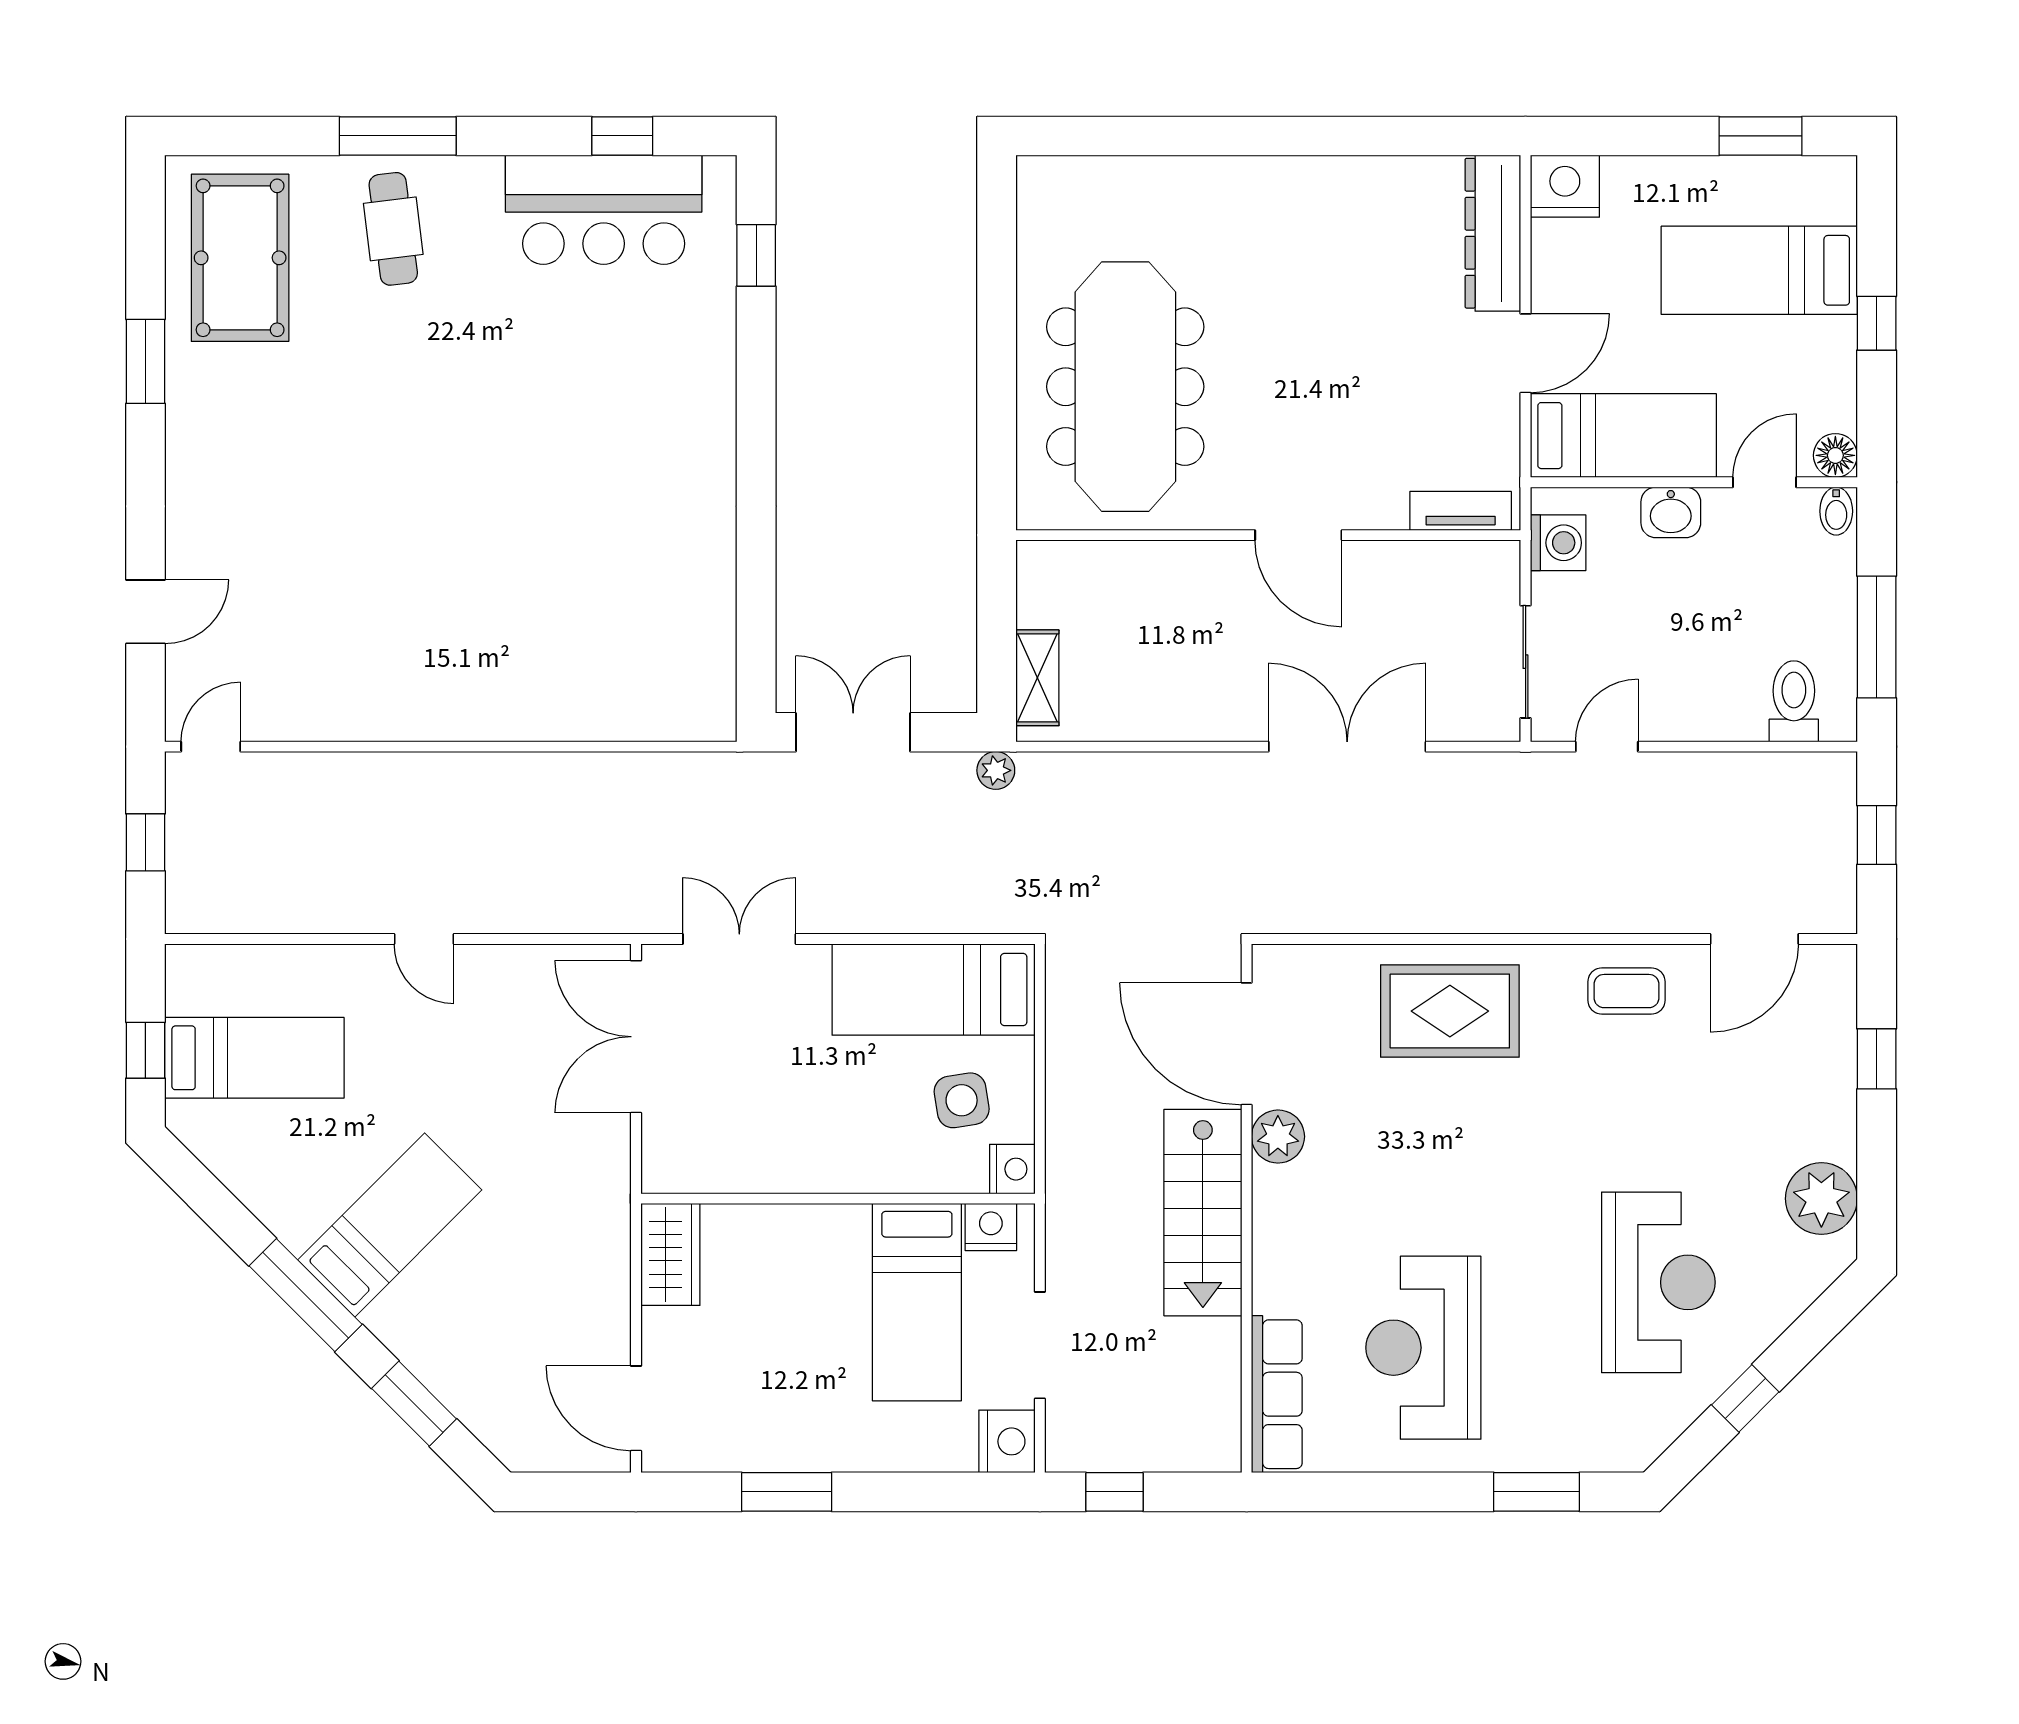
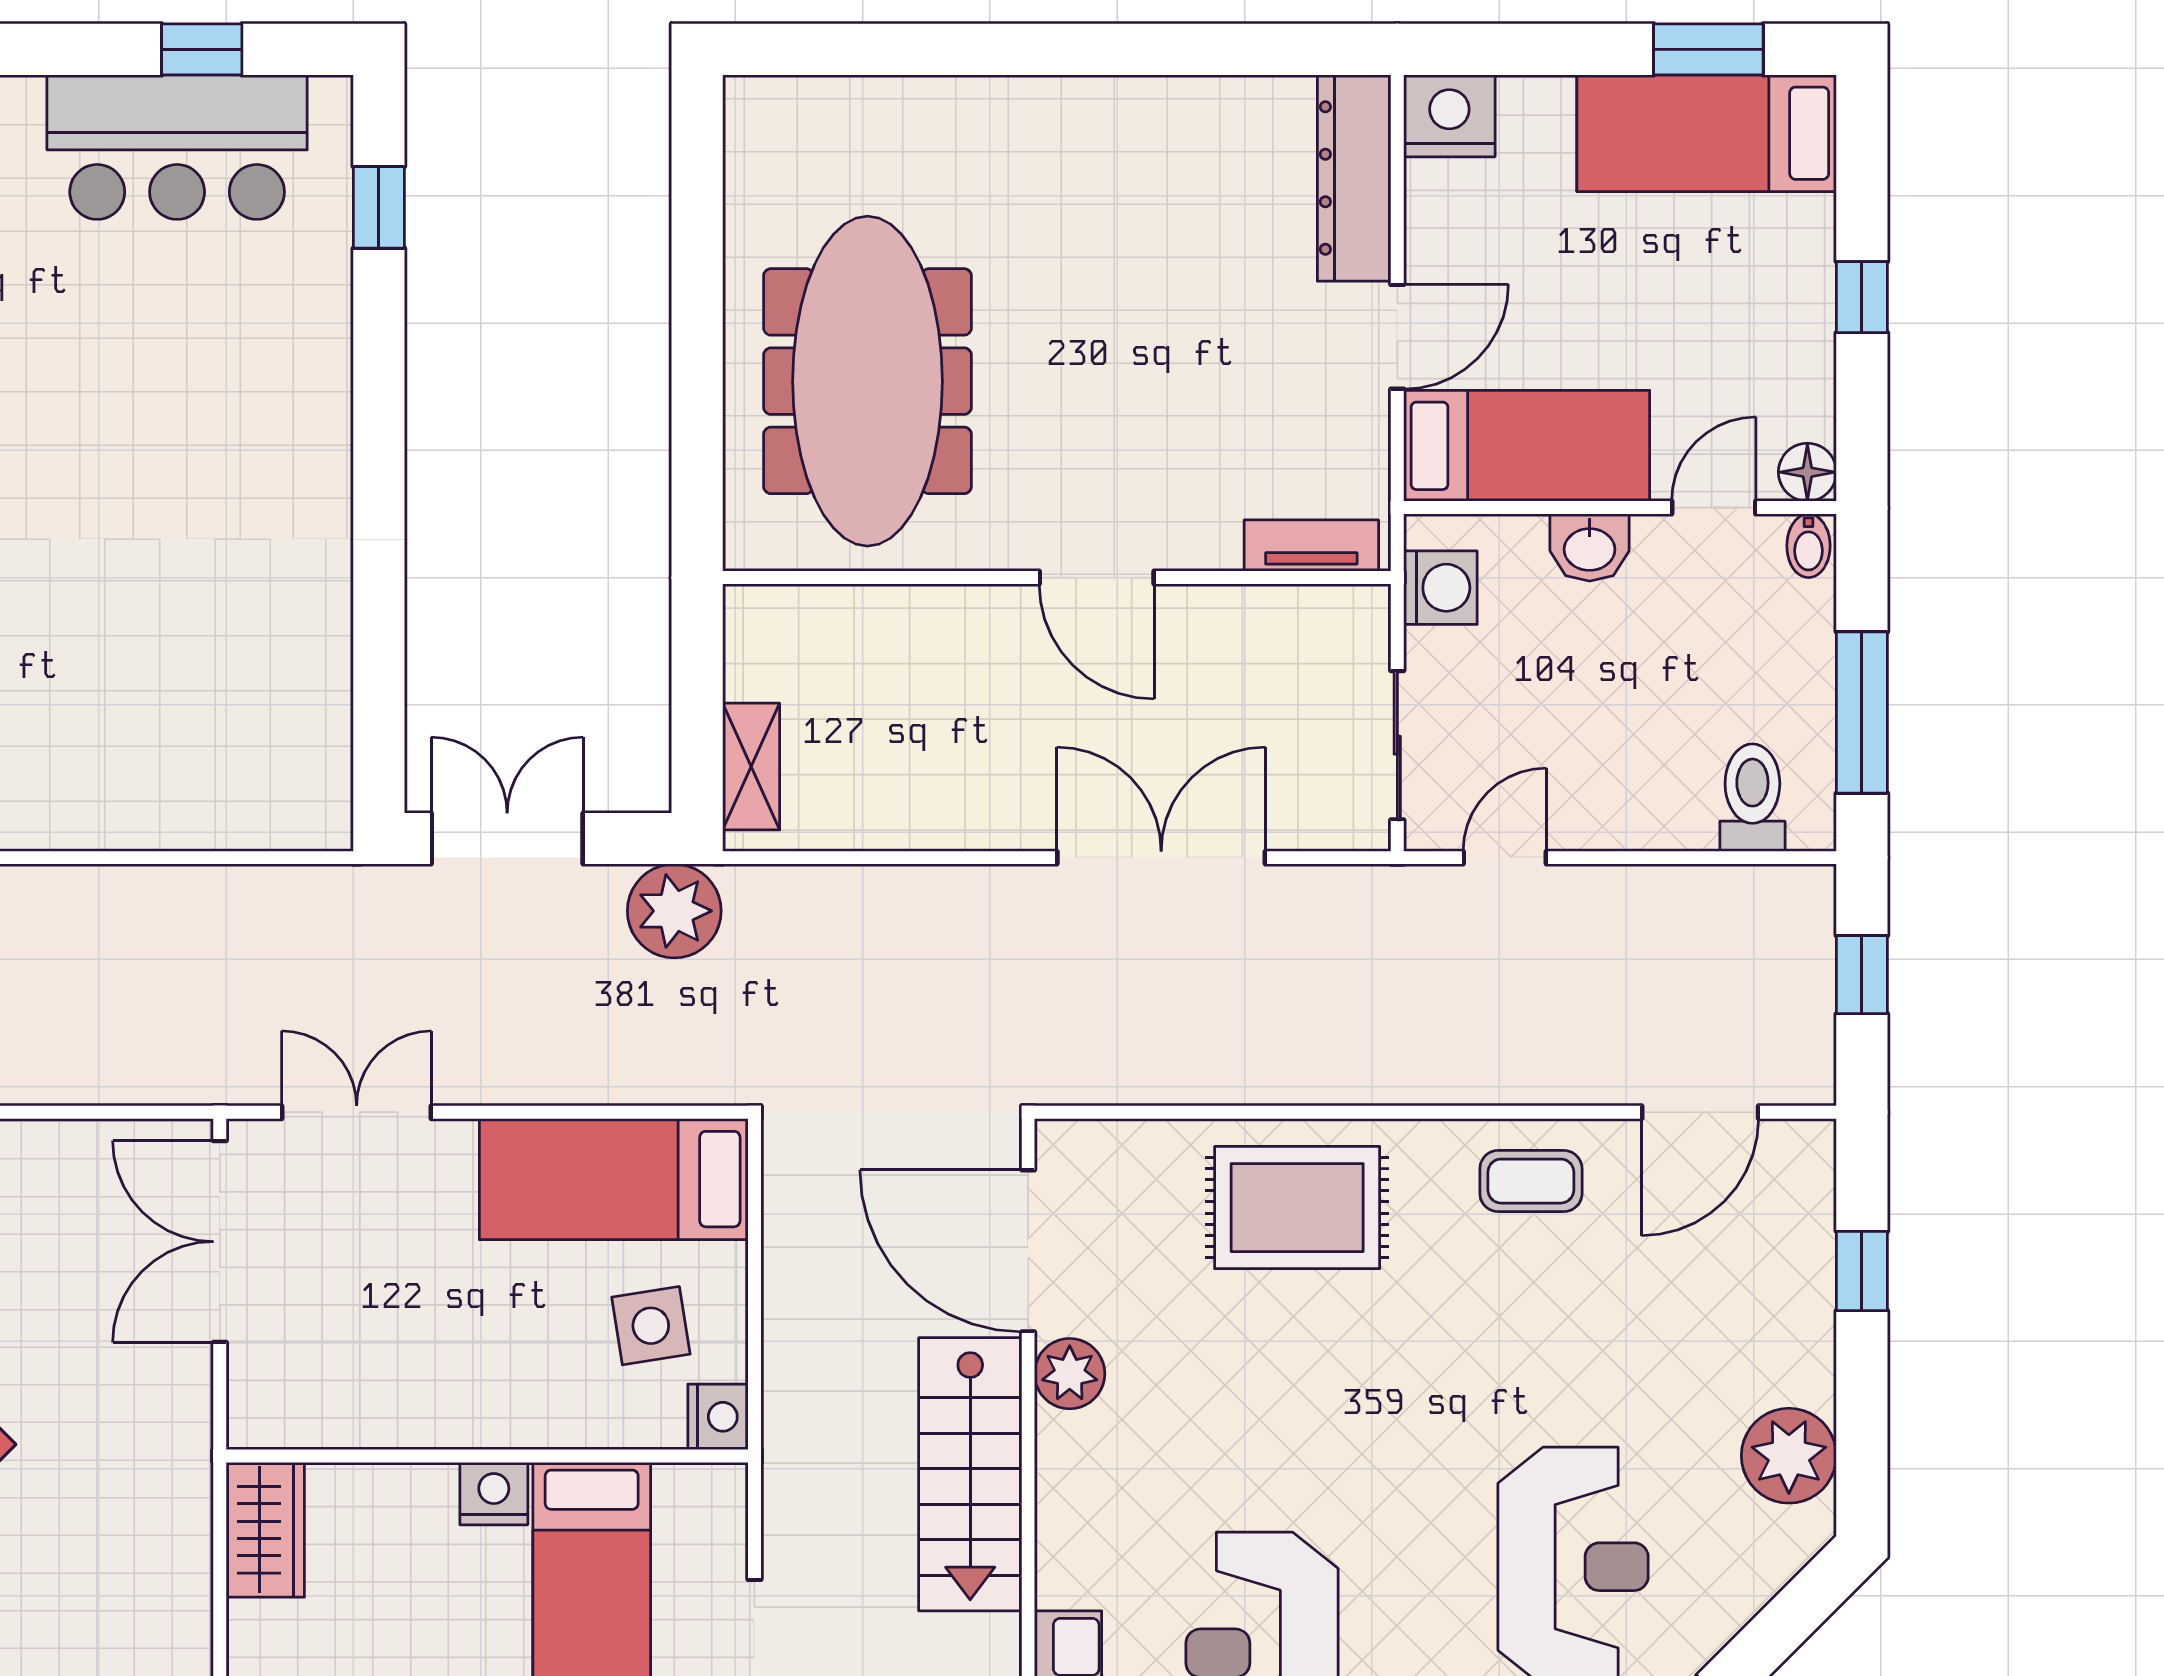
bed: (1759, 270) -> (1707, 133), moved
plant: (996, 770) -> (674, 911), width x1.87, depth x1.87
nightstand: (991, 1227) -> (494, 1494), moved

